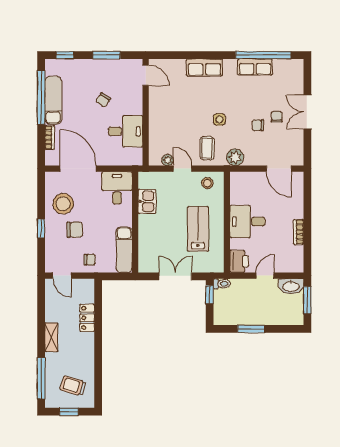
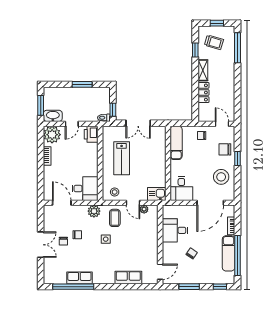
row of seats: (204, 67) -> (128, 278), moved
door: (146, 75) -> (160, 272), swing flipped
door: (78, 169) -> (210, 203), hinge flipped
kitchen sink: (147, 201) -> (157, 194), moved, turned 90
desk: (247, 222) -> (85, 189), moved
chair: (75, 230) -> (225, 149), moved
plant: (292, 261) -> (52, 135), added
shelving: (51, 337) -> (203, 70), moved
window: (98, 375) -> (195, 50), added

